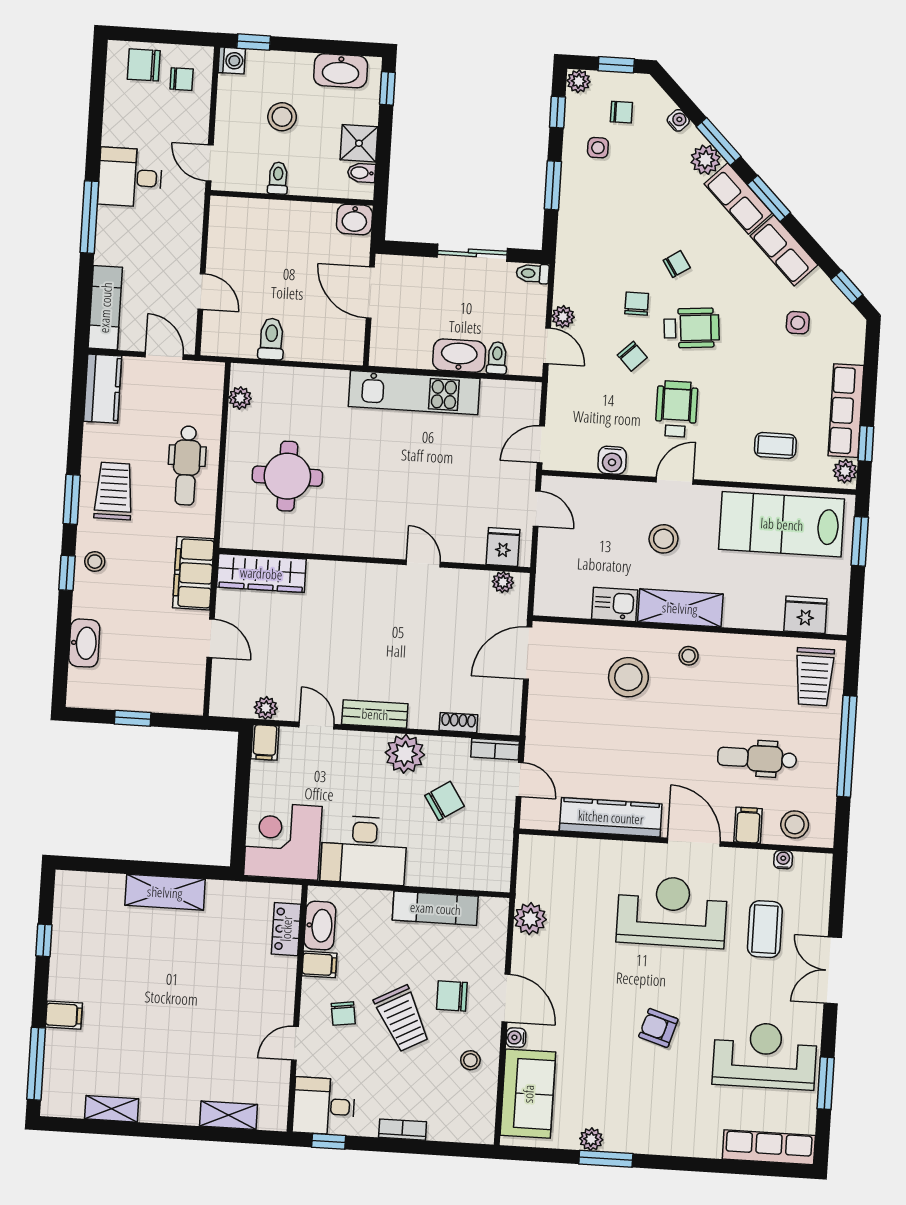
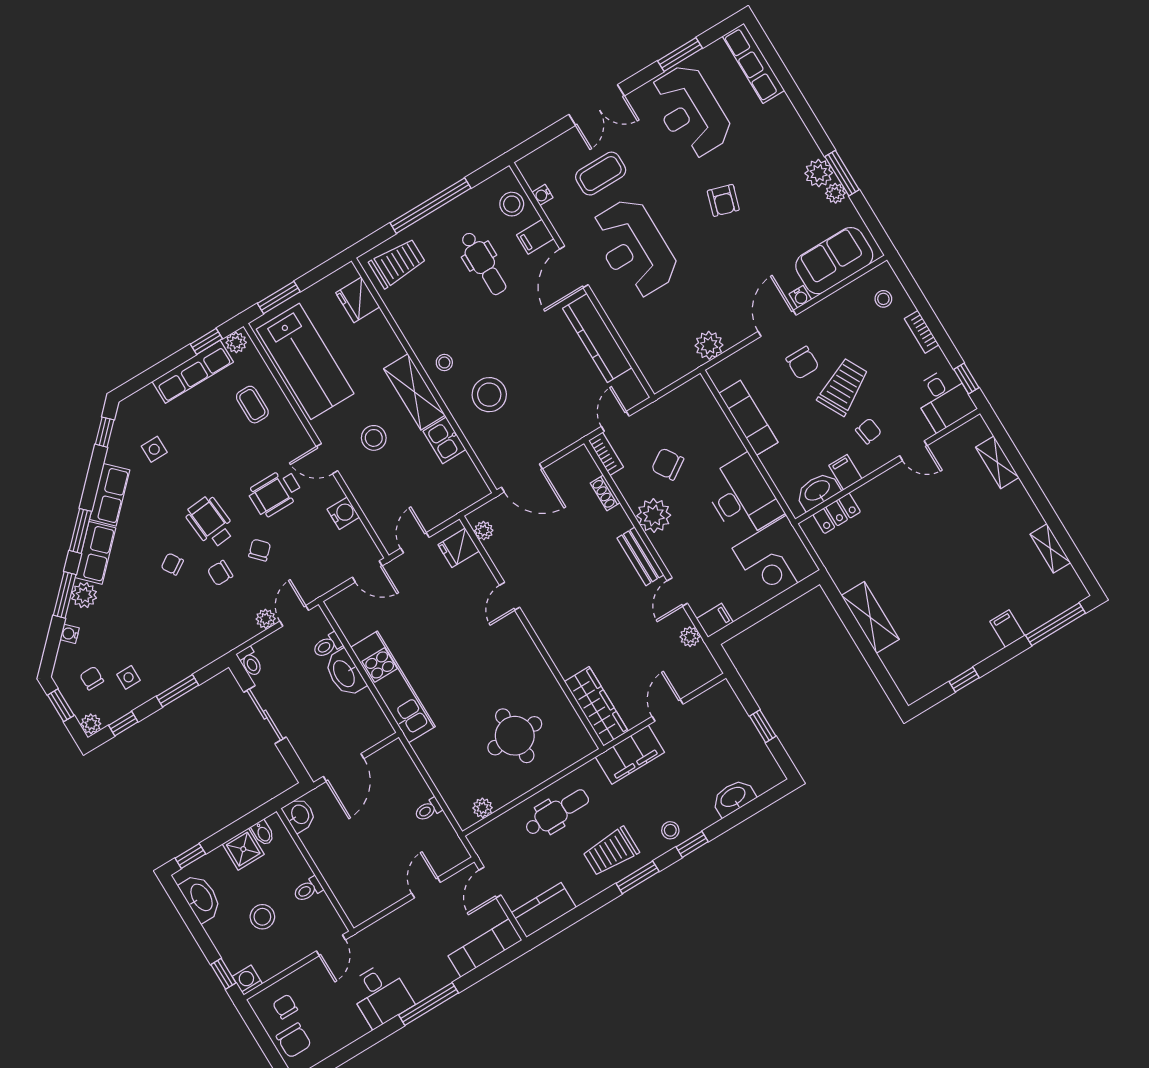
toilet: (271, 339) -> (428, 810), width x0.73, depth x0.72
stool: (470, 1060) -> (883, 299), moved
plant: (621, 1137) -> (819, 173), added

